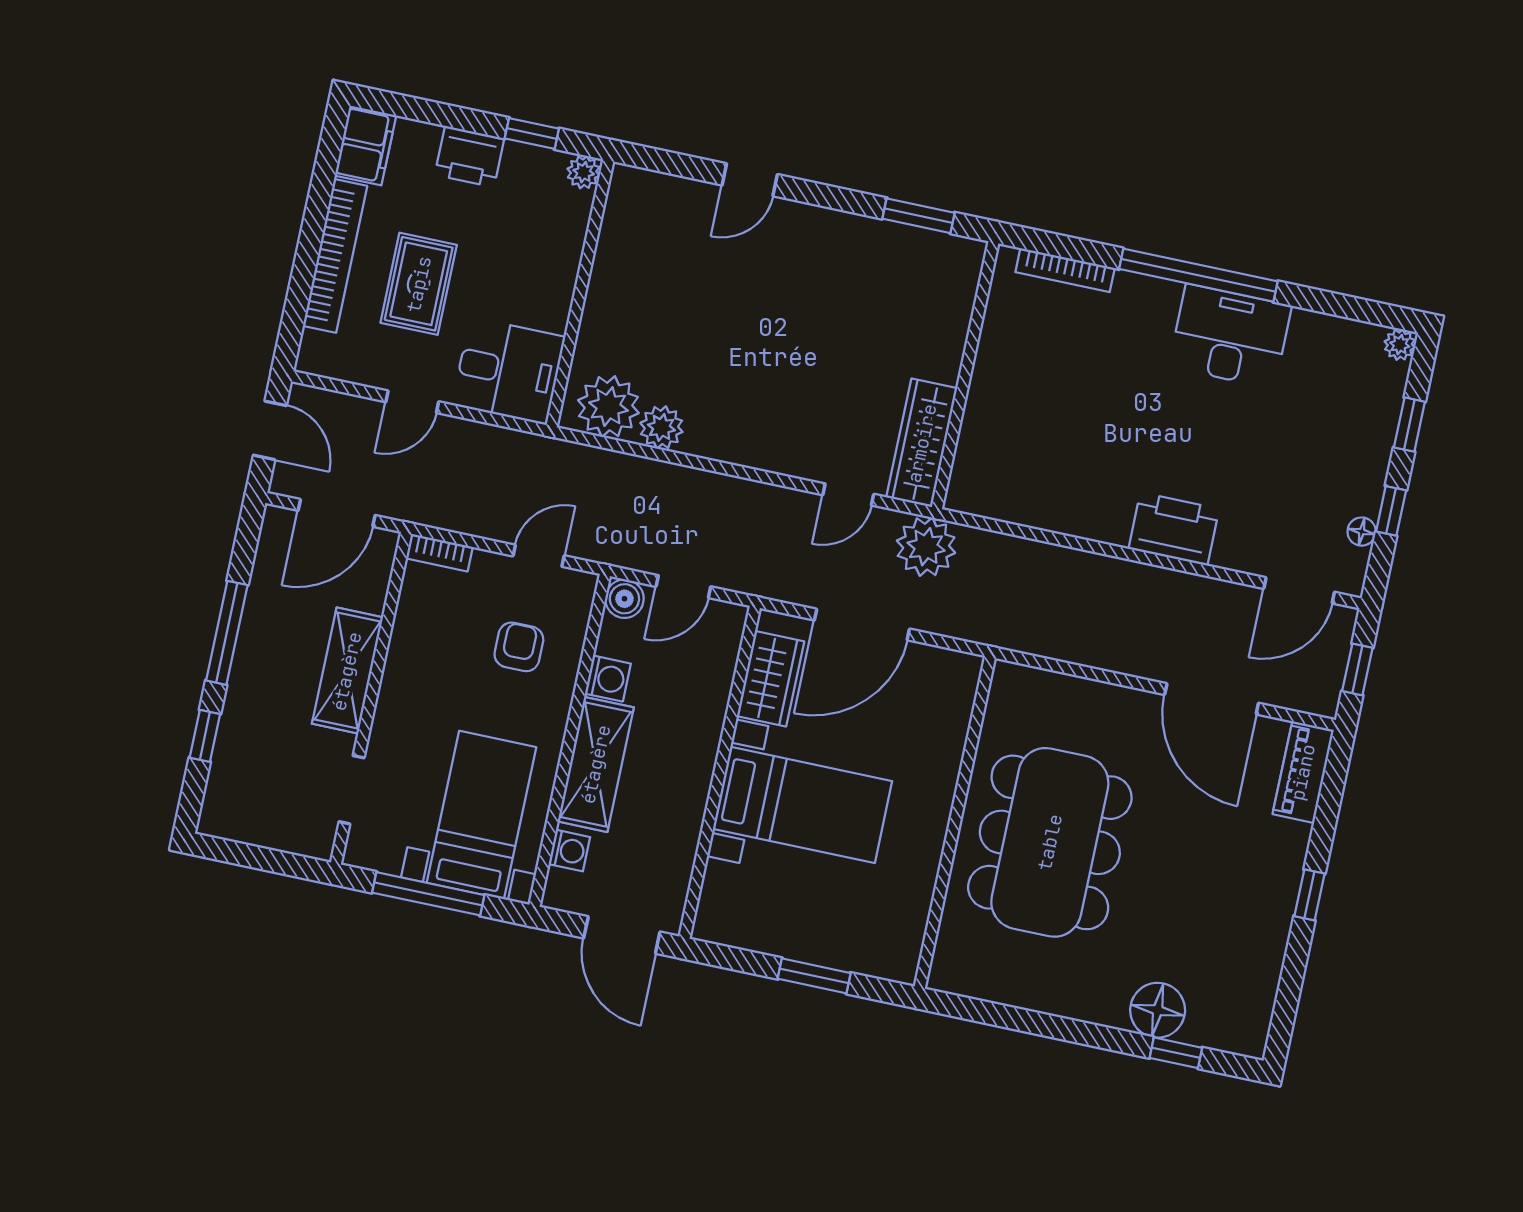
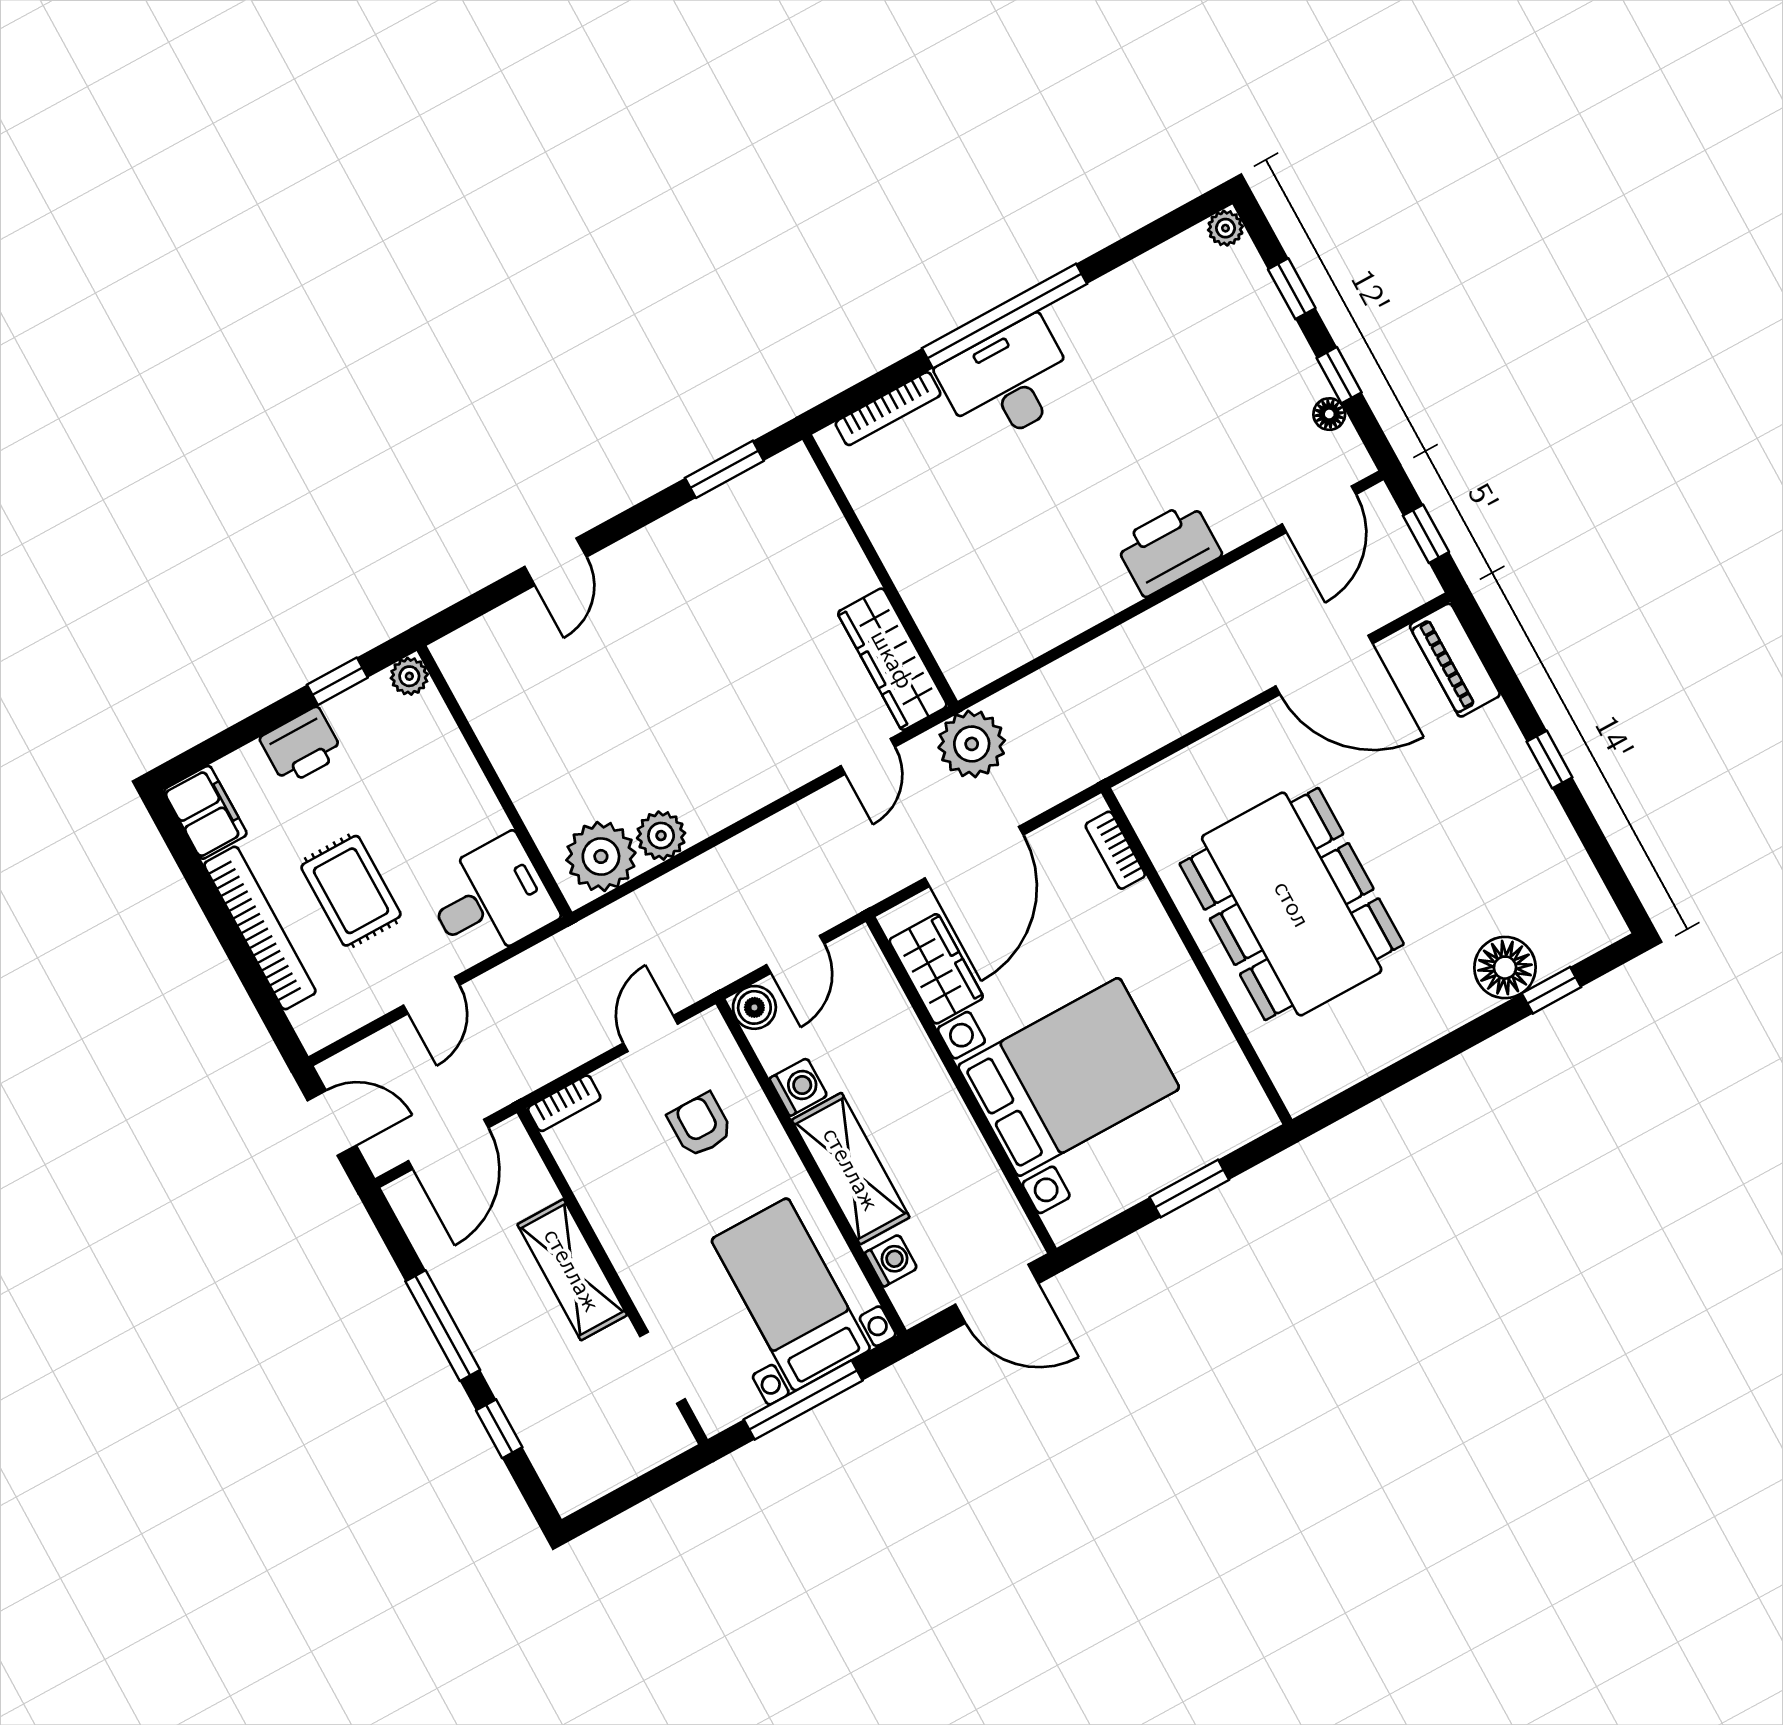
desk: (1230, 336) -> (1008, 382), moved
bookcase: (961, 703) -> (1115, 850), added
bed with nightstands: (803, 805) -> (1069, 1077), width x1.36

